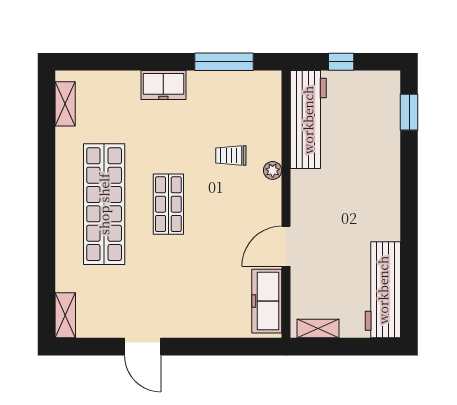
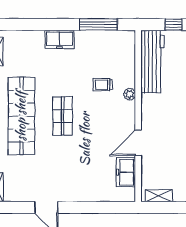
freezer: (267, 301) -> (126, 172), width x0.71

